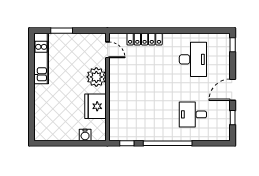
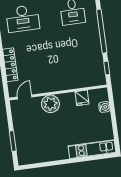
kitchen unit: (41, 59) -> (92, 149), moved
desk: (193, 59) -> (23, 18), turned 180
fridge: (95, 106) -> (82, 98), width x0.53, depth x0.75

